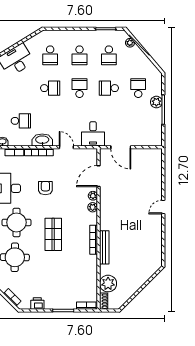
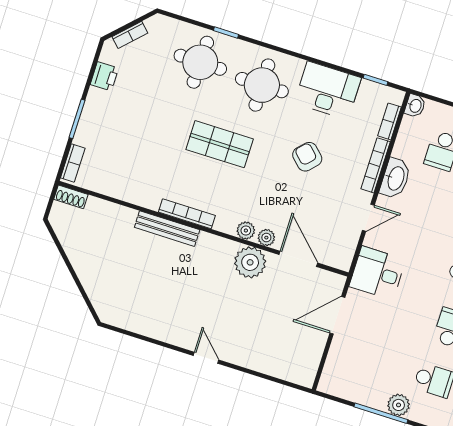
armchair: (45, 188) -> (307, 157), turned -136
plant: (108, 284) -> (250, 262), moved

